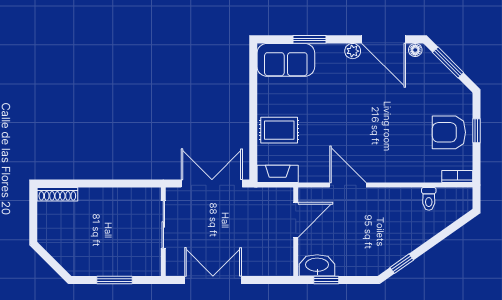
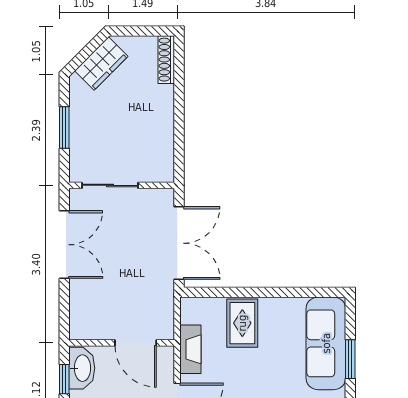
sofa: (286, 60) -> (326, 343), width x1.36
fireplace: (278, 174) -> (190, 349), moved
sliding door: (163, 225) -> (110, 185), moved
wardrobe: (61, 249) -> (101, 64), added

